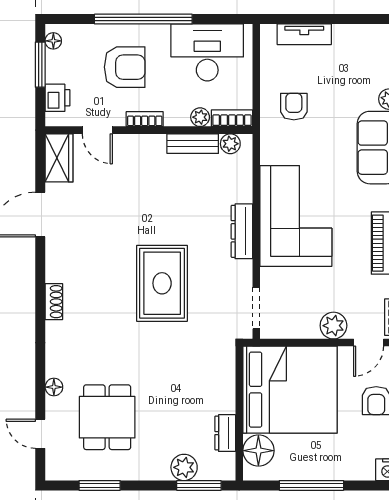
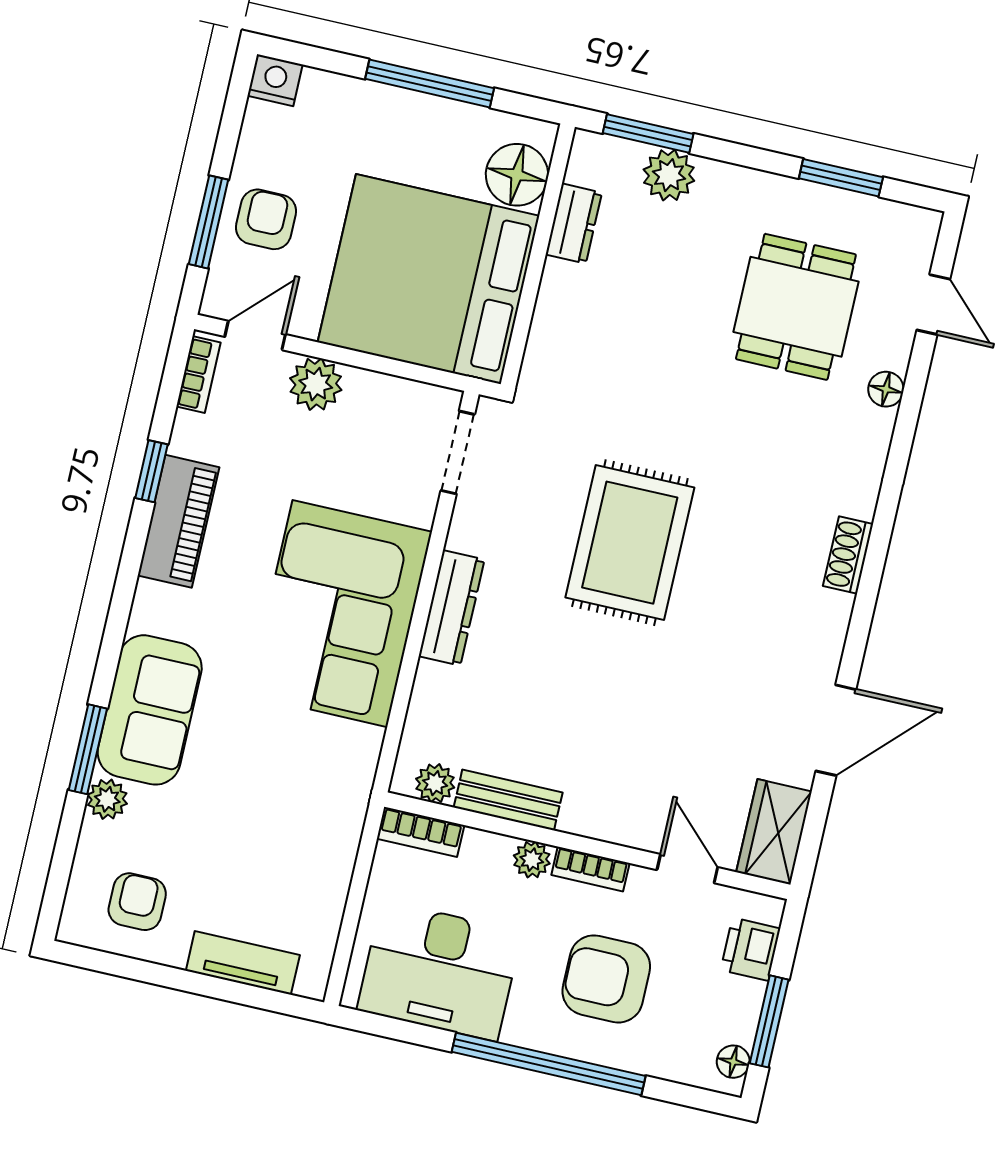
armchair: (294, 107) -> (137, 902), moved, turned 180
plant: (200, 117) -> (532, 860), moved

